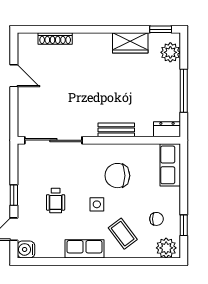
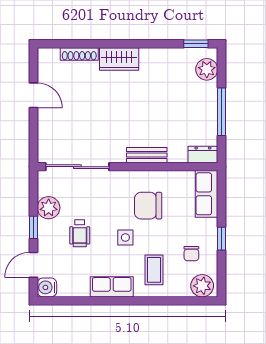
wardrobe: (130, 43) -> (119, 59), moved
plant: (27, 177) -> (49, 208), added
chair: (157, 219) -> (191, 254), turned 90
window: (184, 225) -> (222, 239), moved
coffee table: (123, 234) -> (154, 270), turned 37

